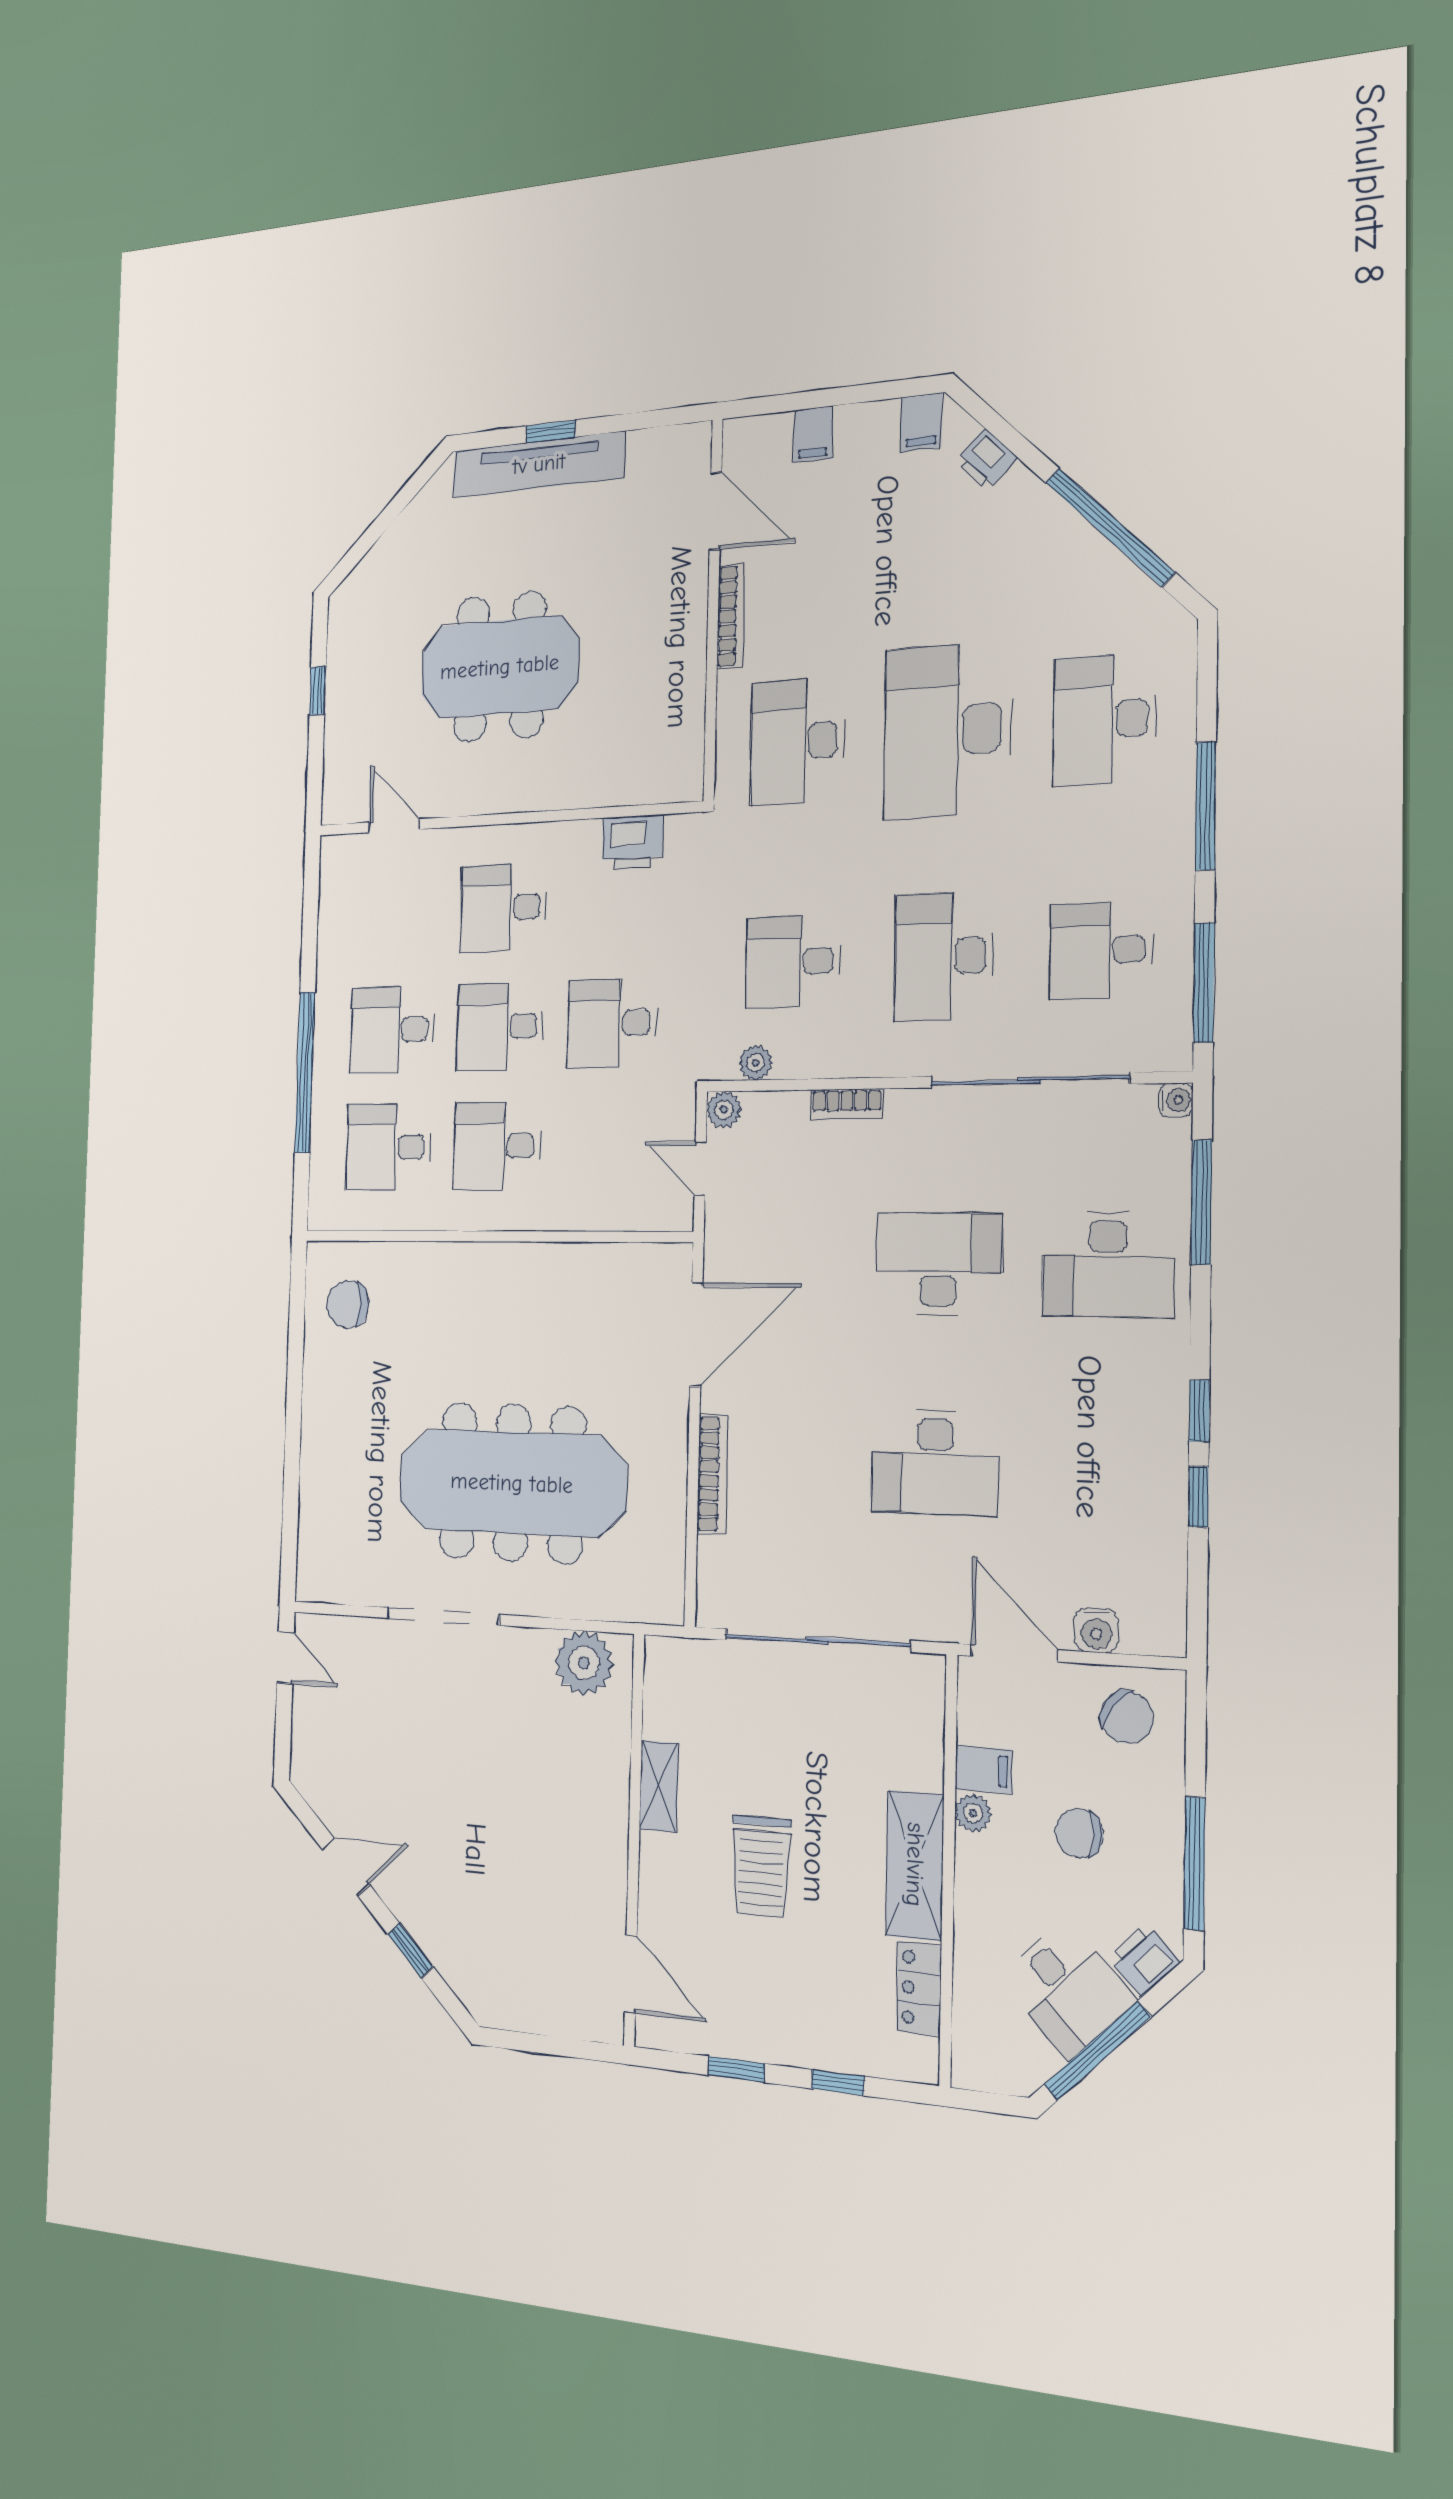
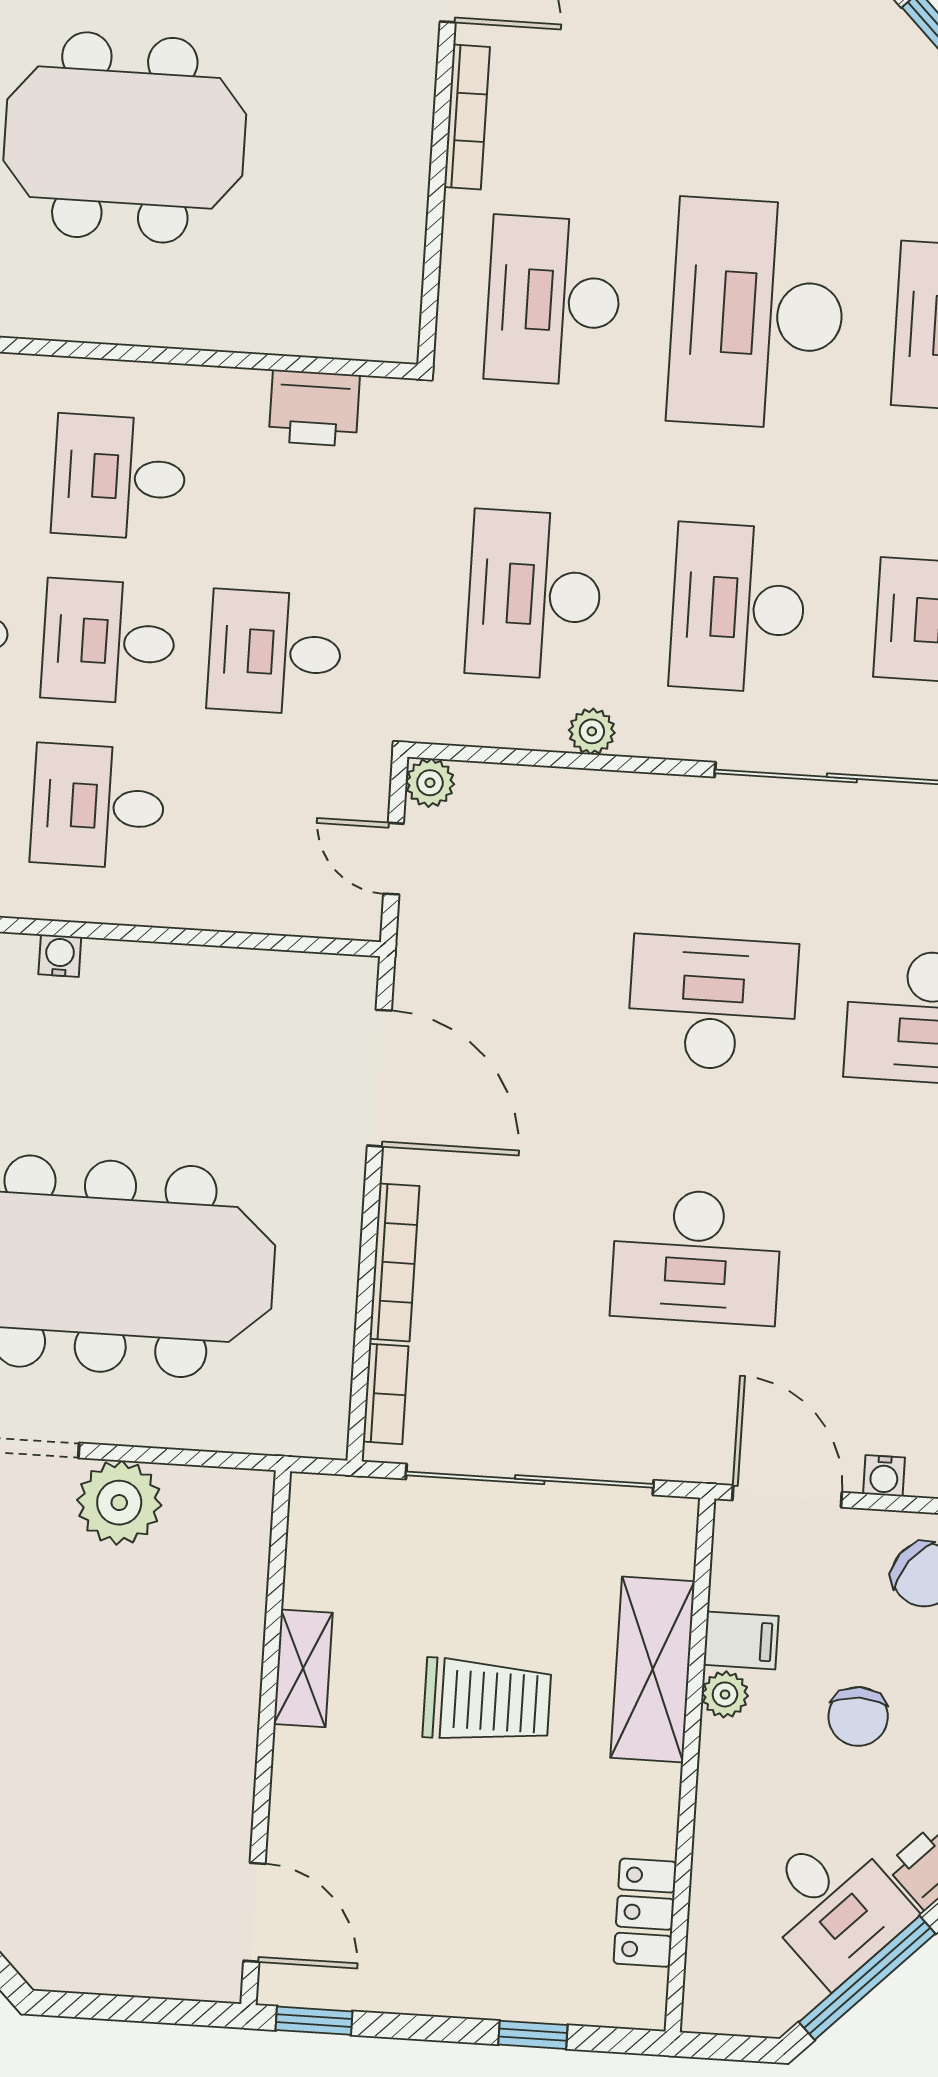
desk: (793, 962) -> (534, 595), width x1.37
plant: (756, 1063) -> (592, 731), moved
bookcase: (847, 1104) -> (386, 1394), moved, turned -90
water cooler: (475, 1256) -> (60, 956), added
door: (696, 1334) -> (379, 1078), hinge flipped
water cooler: (1096, 1630) -> (884, 1476), width x0.72, depth x0.72
plant: (584, 1663) -> (119, 1503), moved
chair: (1079, 1833) -> (858, 1716), turned -90
shelving: (915, 1865) -> (653, 1670), moved
trolley: (761, 1866) -> (487, 1701), moved, turned -90
window: (736, 2069) -> (314, 2021), moved

